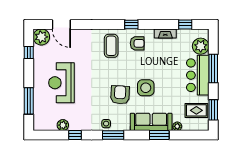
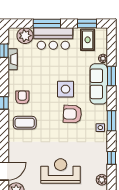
fireplace: (165, 33) -> (13, 59), moved
reception desk: (61, 83) -> (61, 171), turned 180
plant: (63, 125) -> (102, 180), moved

